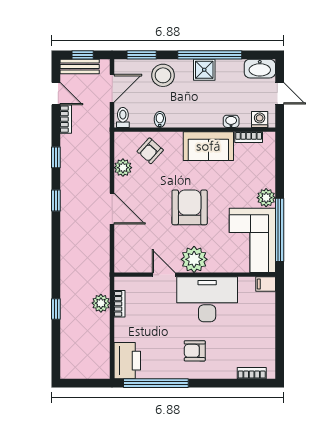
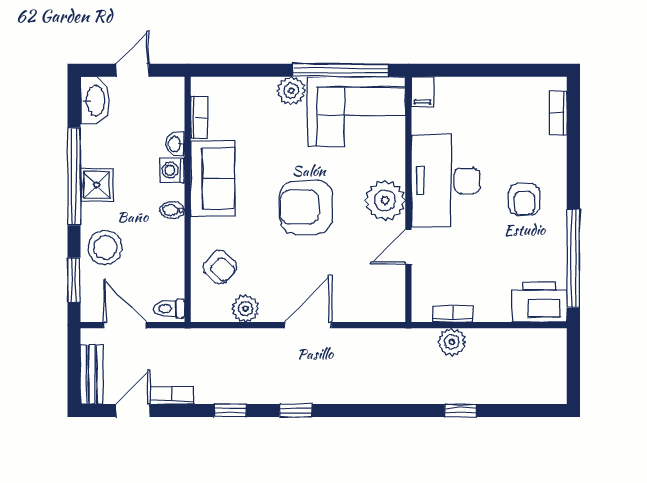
window: (83, 55) -> (74, 370), removed
bidet: (160, 119) -> (172, 210), moved
washing machine: (260, 120) -> (172, 170), moved

